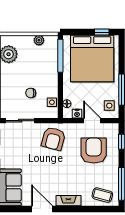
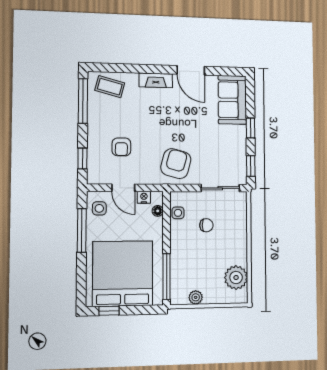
armchair: (94, 151) -> (121, 147), width x0.53, depth x0.53

